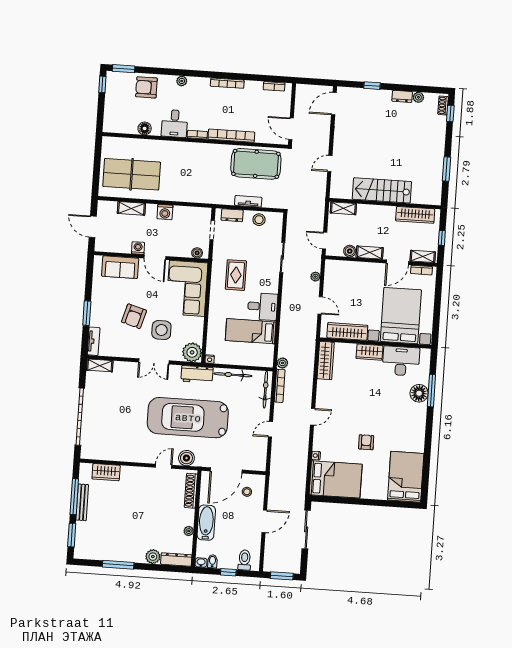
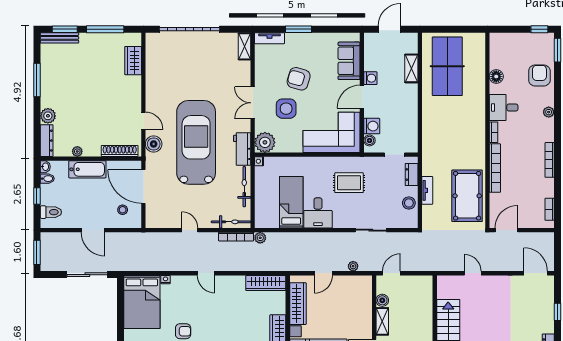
shelving: (343, 208) -> (427, 291), removed
washing machine: (165, 212) -> (372, 126), moved, turned 180
bench: (82, 502) -> (59, 38), moved

